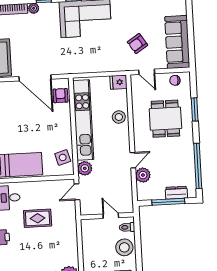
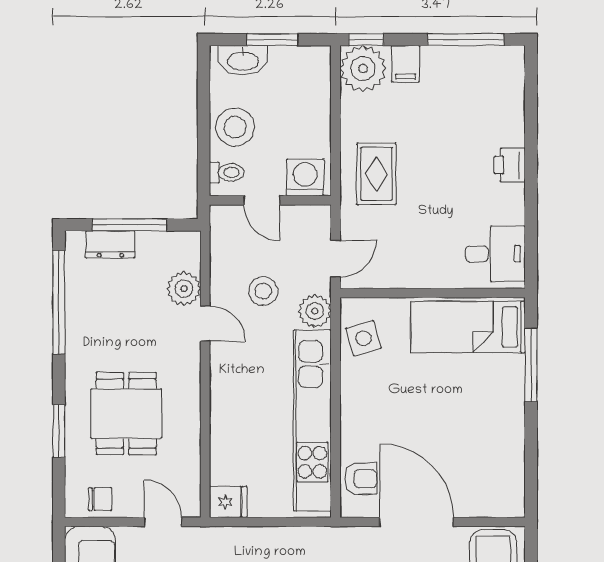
armchair: (60, 96) -> (361, 479), turned -90
stool: (119, 117) -> (263, 291), moved
door: (133, 160) -> (205, 324), swing flipped
rug: (38, 218) -> (376, 174), moved, turned 90
washing machine: (92, 227) -> (305, 177), added

